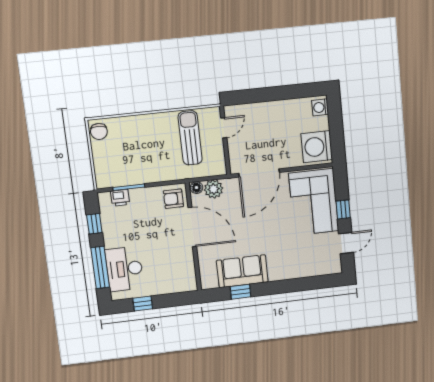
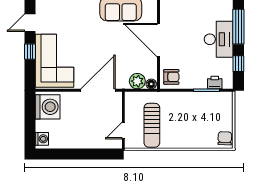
door: (192, 227) -> (159, 40), moved
desk: (124, 269) -> (219, 39), moved

